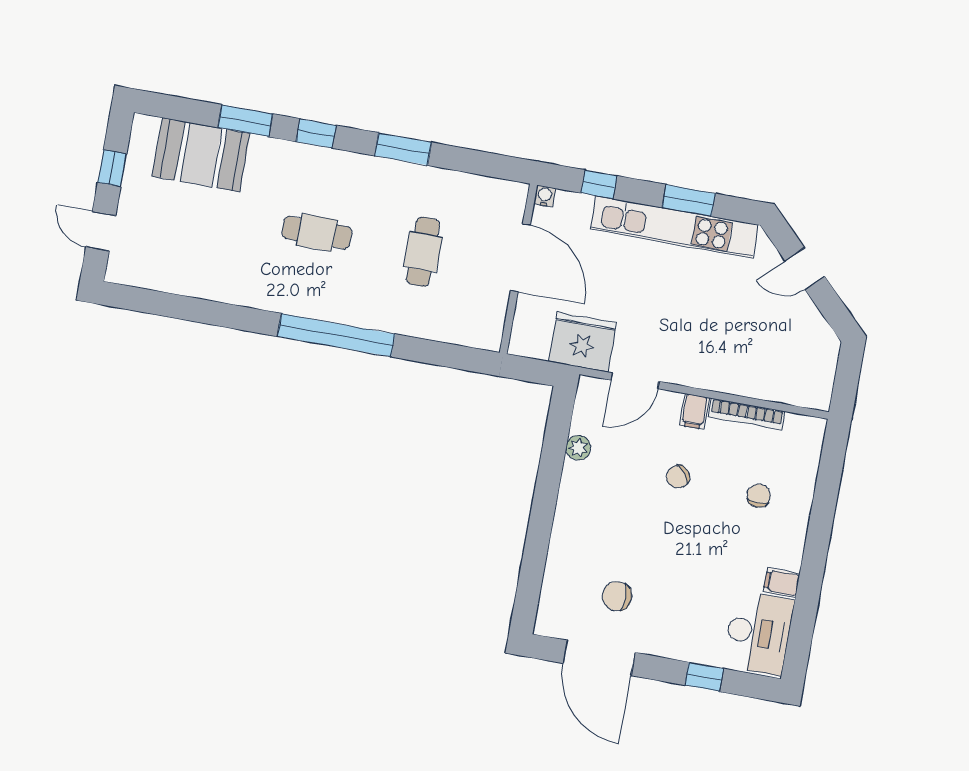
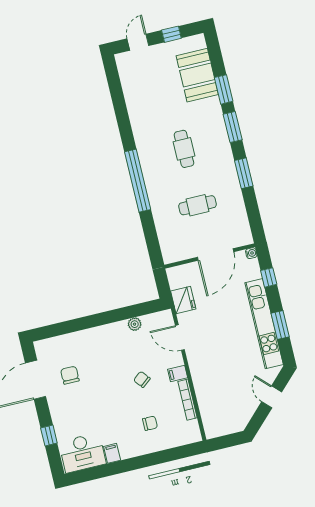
window: (316, 133) -> (233, 127), width x1.50
fridge: (583, 342) -> (183, 300), width x0.73, depth x0.75

